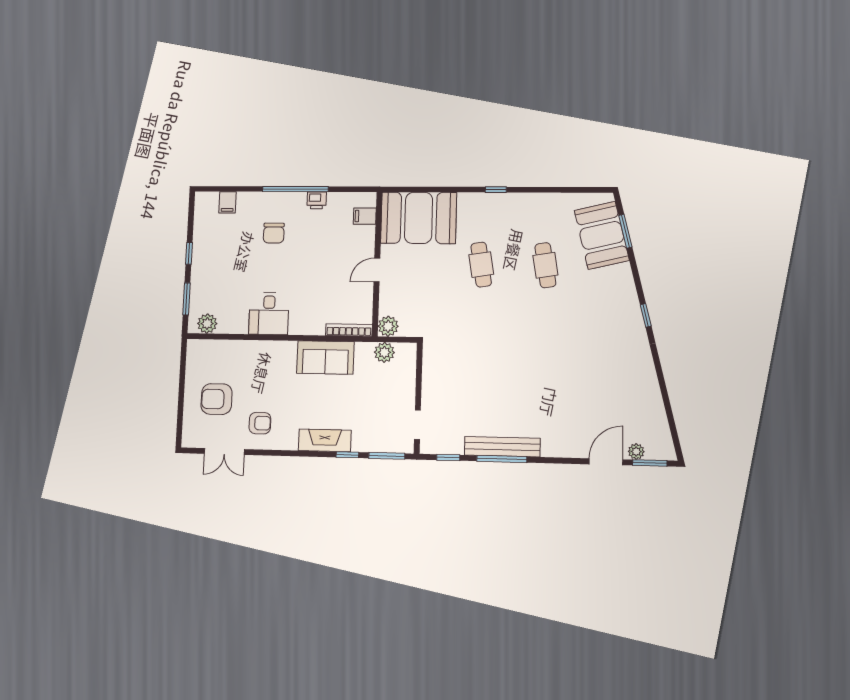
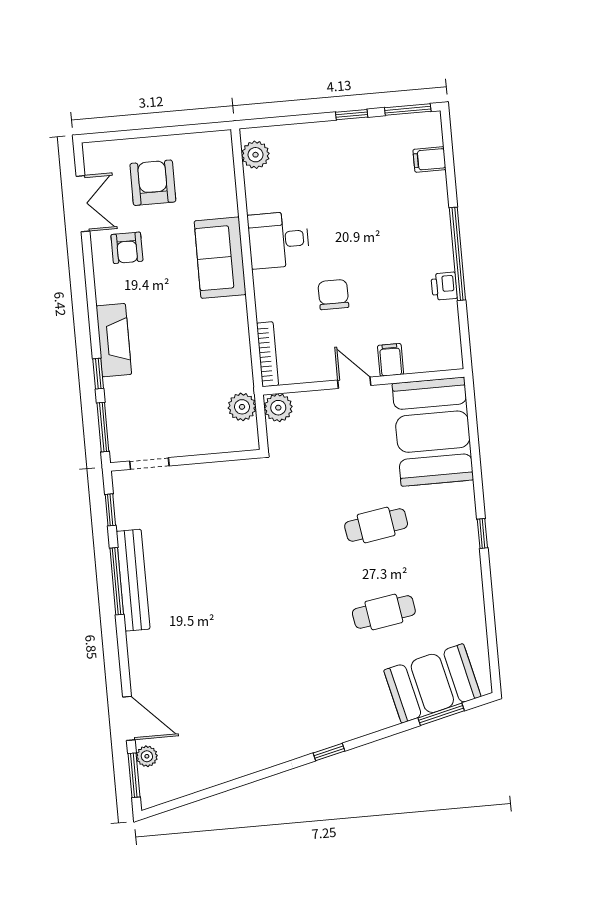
filing cabinet: (365, 216) -> (391, 360), moved
chair: (274, 233) -> (333, 295), moved, turned 90
window: (187, 299) -> (408, 110), moved
sofa: (325, 357) -> (220, 258), moved
double door: (224, 451) -> (83, 204), swing flipped

